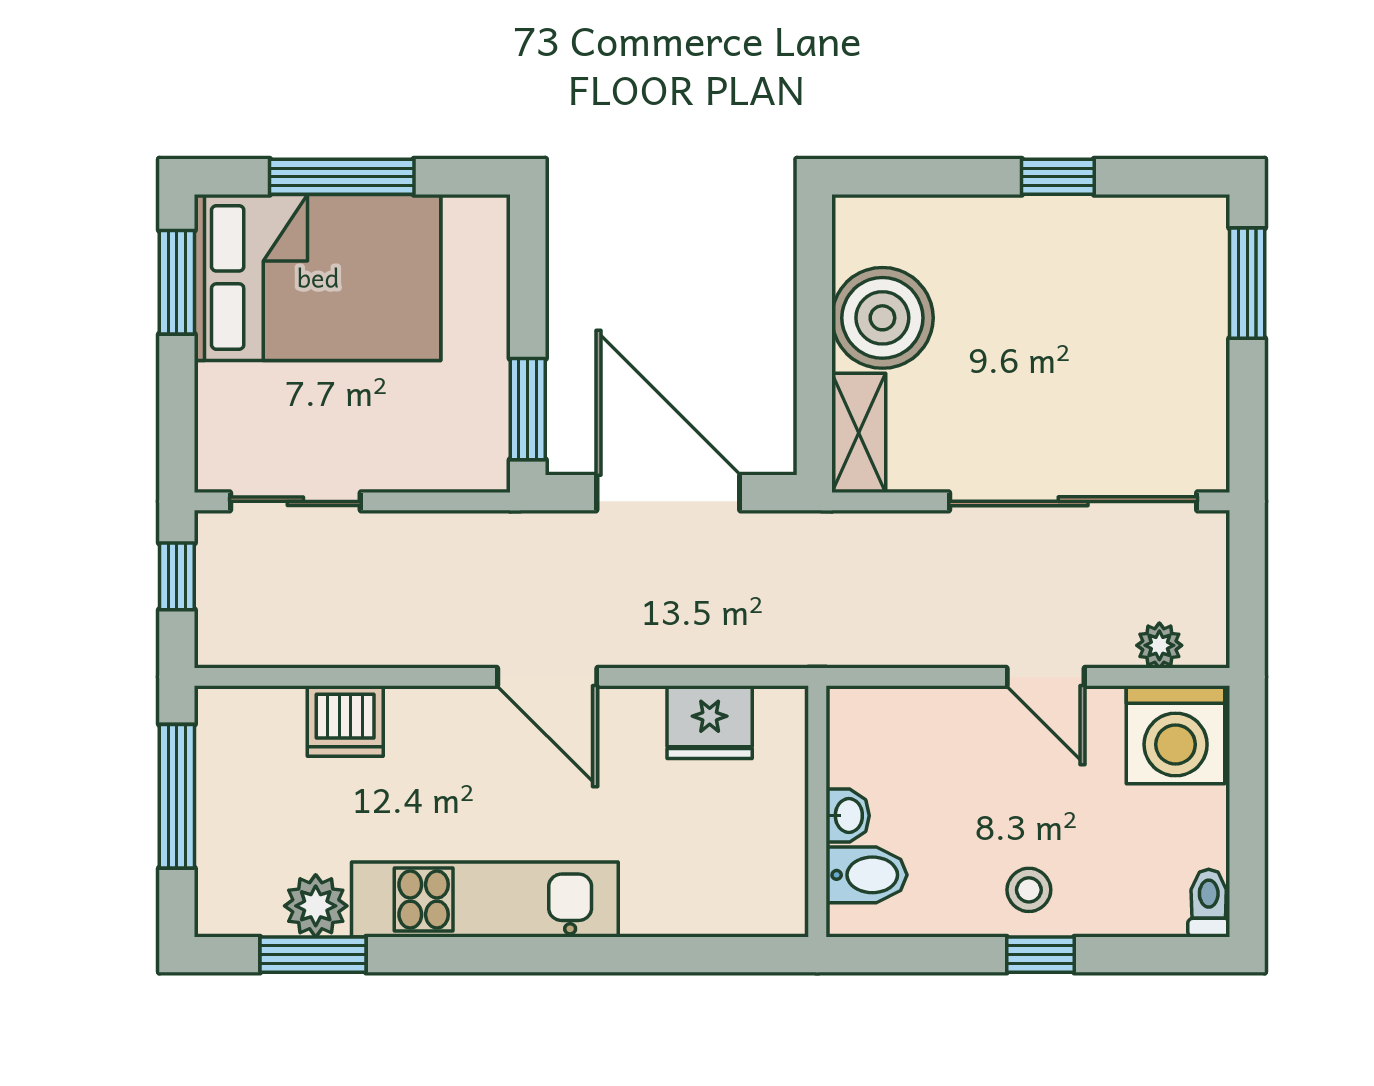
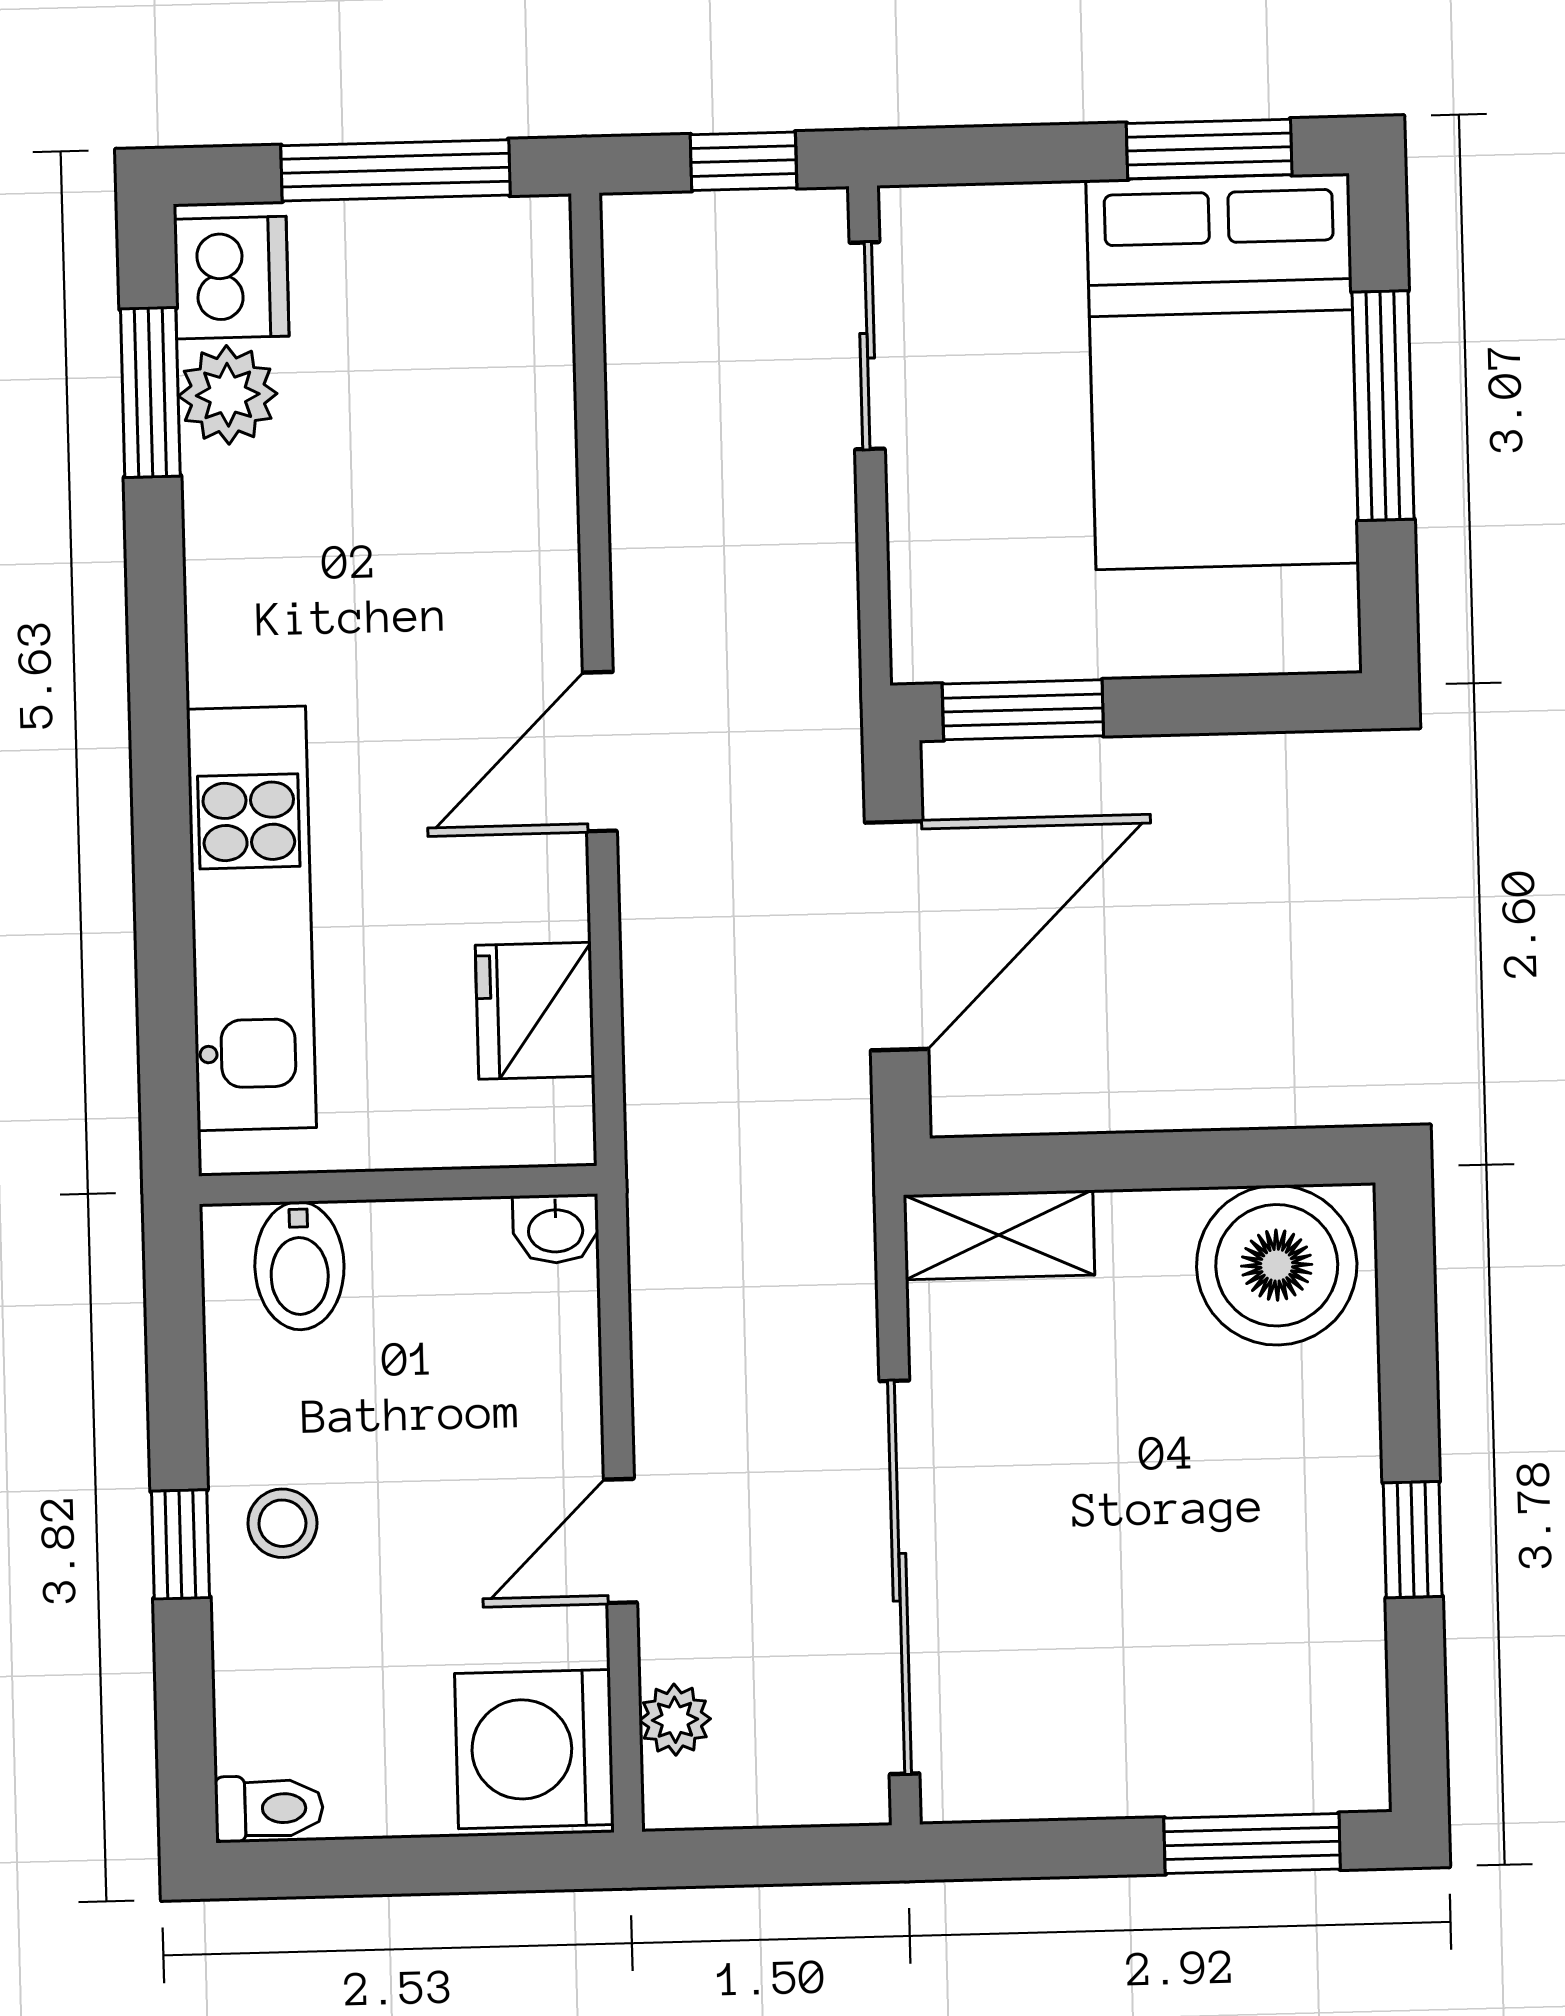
boiler: (882, 318) -> (1277, 1265), moved
dishwasher: (345, 721) -> (231, 278), moved, turned 180
washbasin: (848, 816) -> (556, 1229), moved
kitchen unit: (485, 900) -> (251, 918), moved

